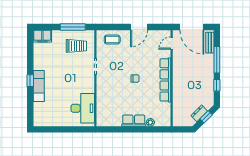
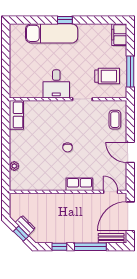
trolley: (76, 46) -> (107, 76), turned -90
row of seats: (165, 80) -> (79, 184), width x0.50
exam couch: (39, 86) -> (52, 33), width x1.36, depth x1.45
desk: (83, 108) -> (56, 84), moved, width x0.73
row of seats: (134, 121) -> (16, 115), moved

